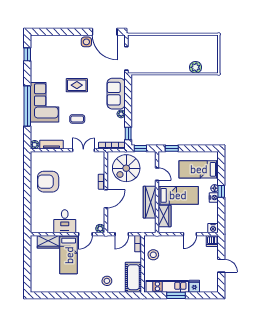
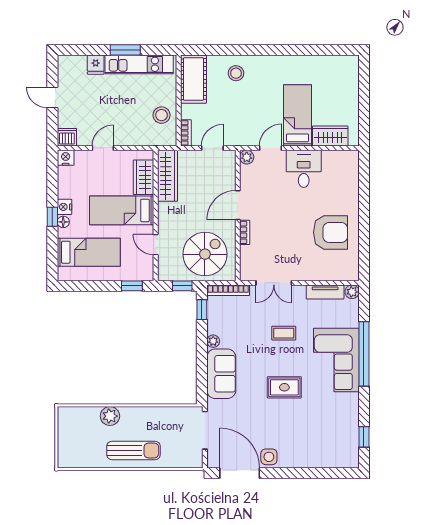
sun lounger: (171, 46) -> (133, 450), added
plant: (196, 67) -> (110, 416), moved
wardrobe: (150, 202) -> (167, 176), moved

